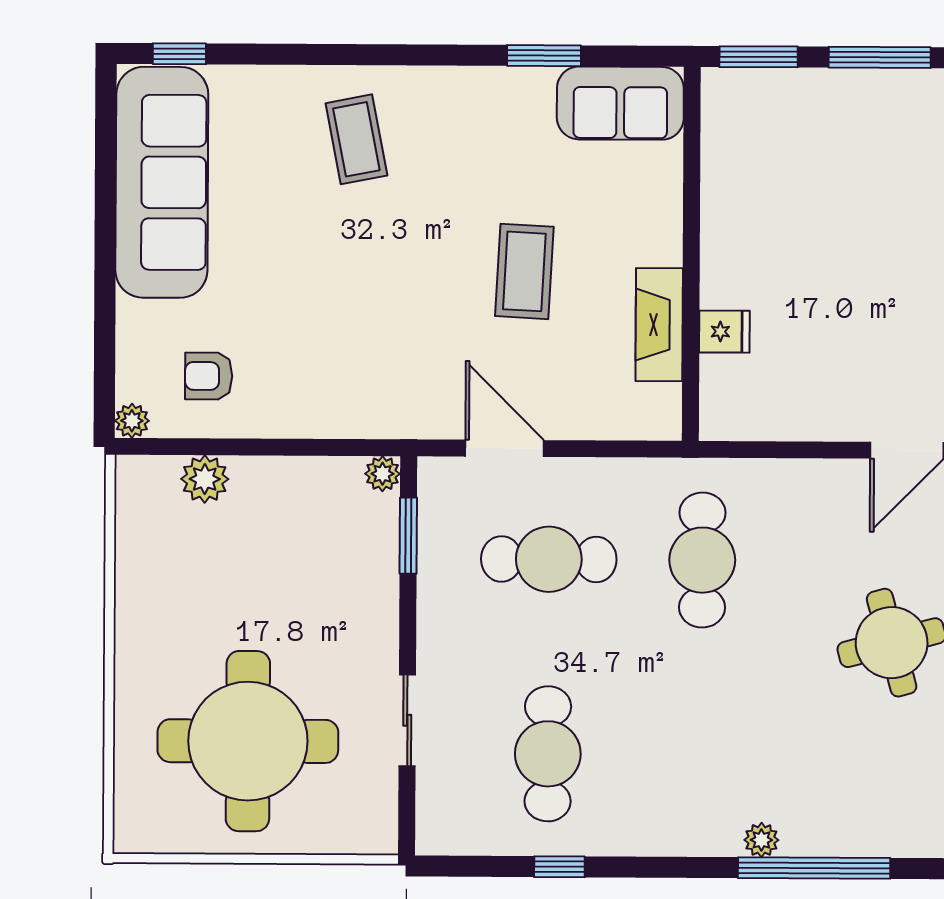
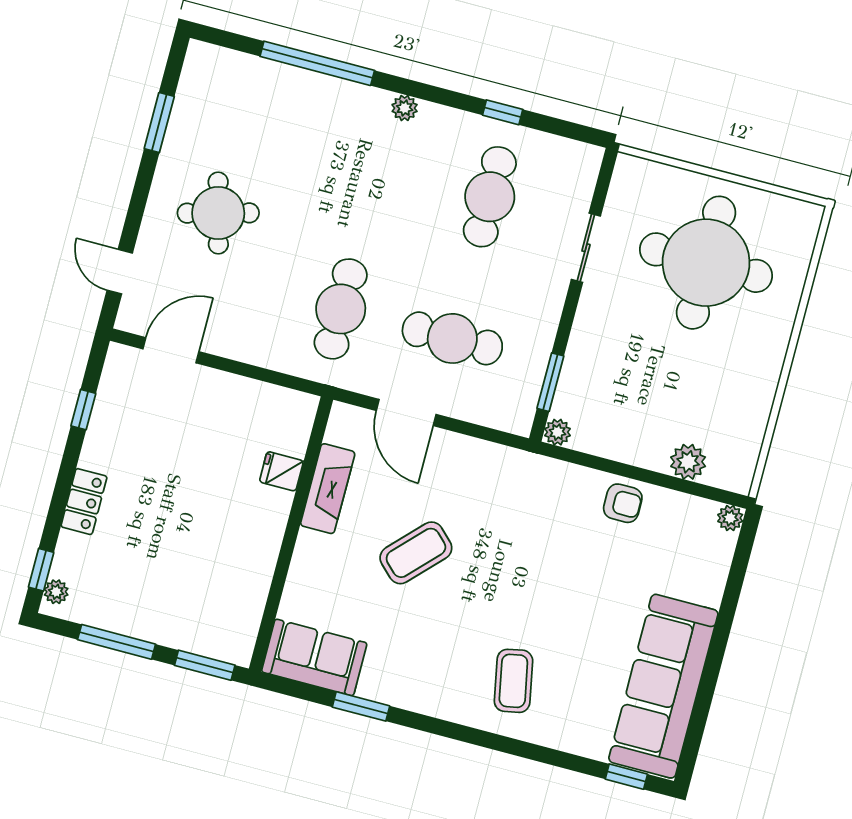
coffee table: (524, 271) -> (416, 553), turned 41
armchair: (209, 376) -> (623, 503), moved
door: (505, 448) -> (406, 412), moved
plant: (761, 840) -> (405, 108), moved

